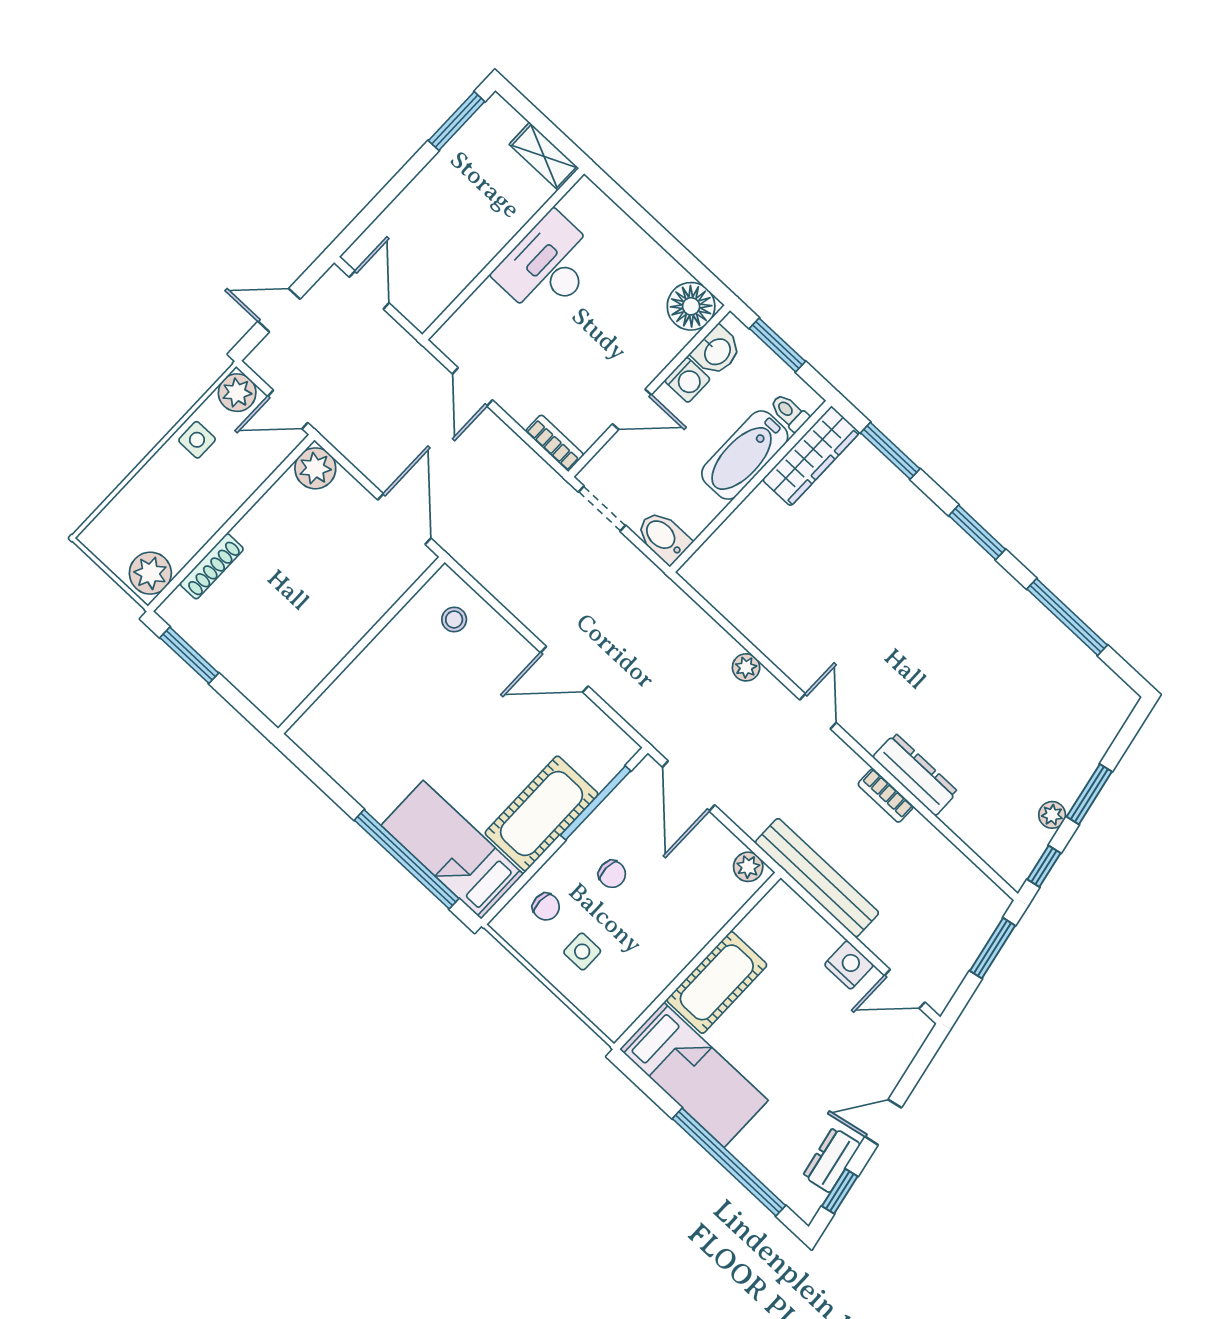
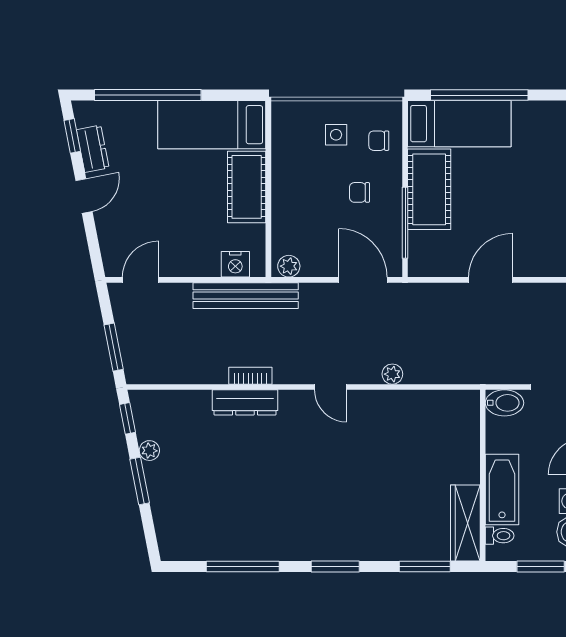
nightstand: (849, 965) -> (235, 264), moved

